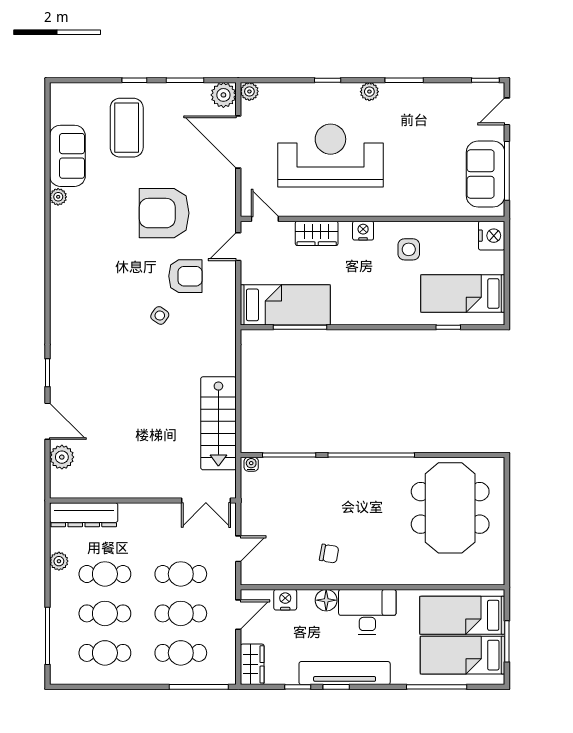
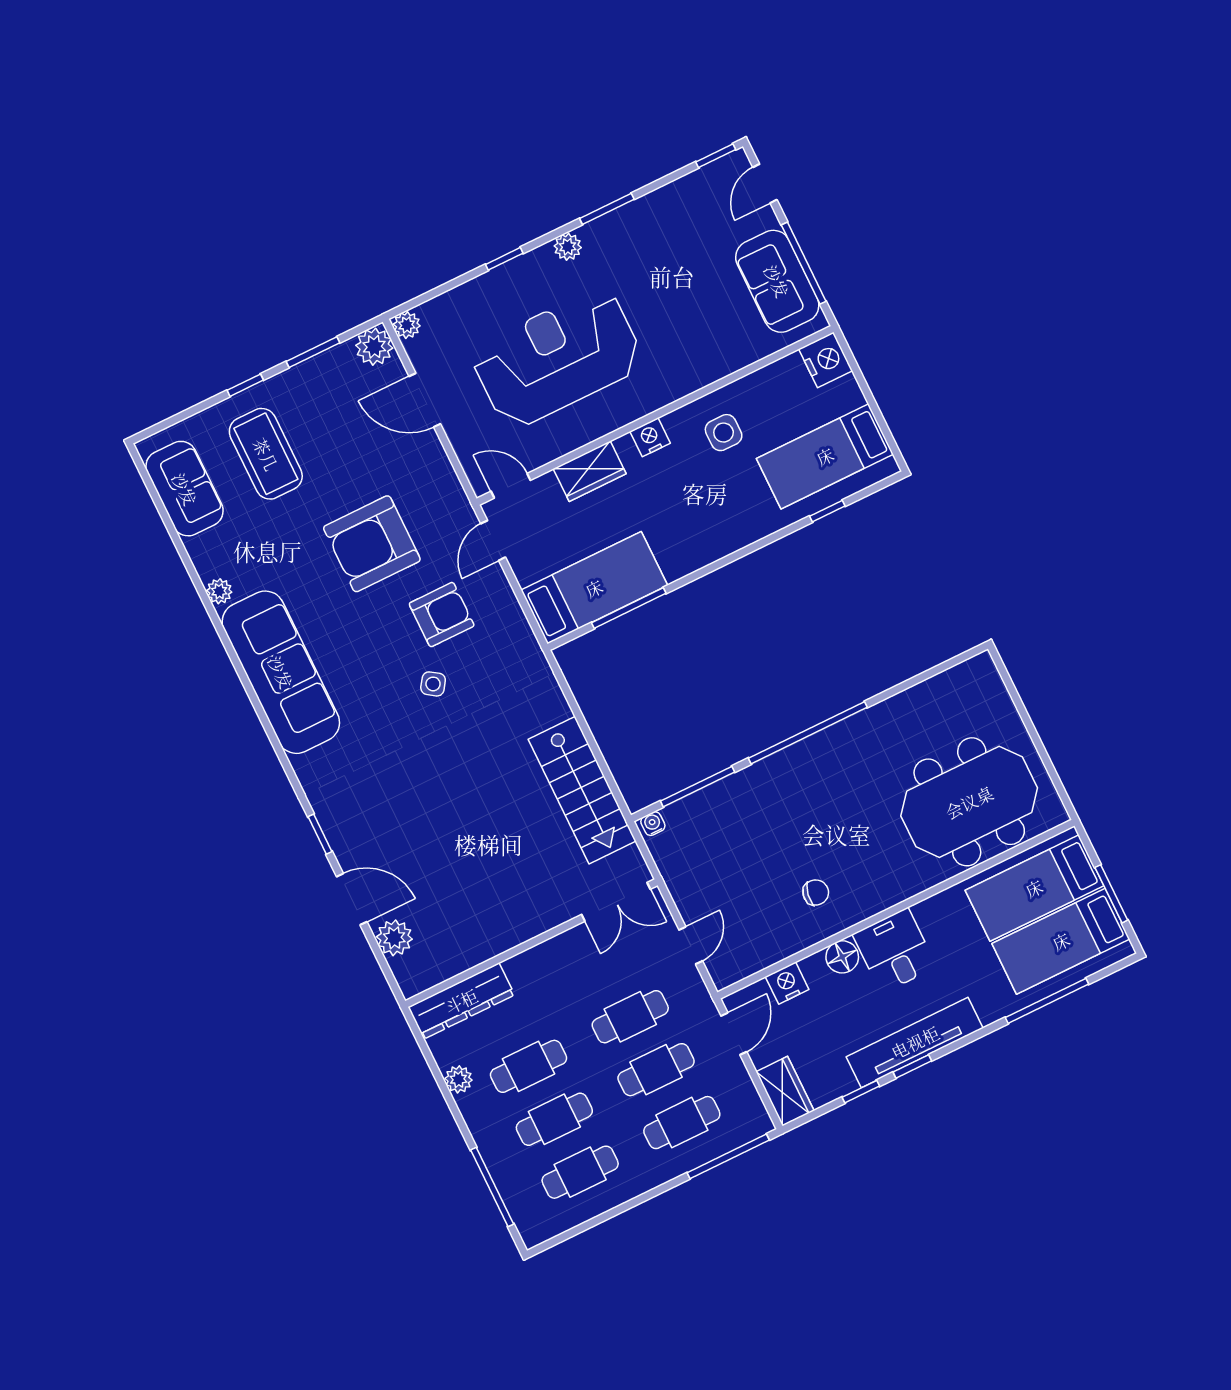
door: (238, 142) -> (425, 400), width x0.73
sofa: (67, 156) -> (185, 489), moved
sofa: (71, 264) -> (281, 672), added
meeting table: (450, 508) -> (969, 802), moved, turned 90
desk: (367, 612) -> (895, 951), width x0.73

